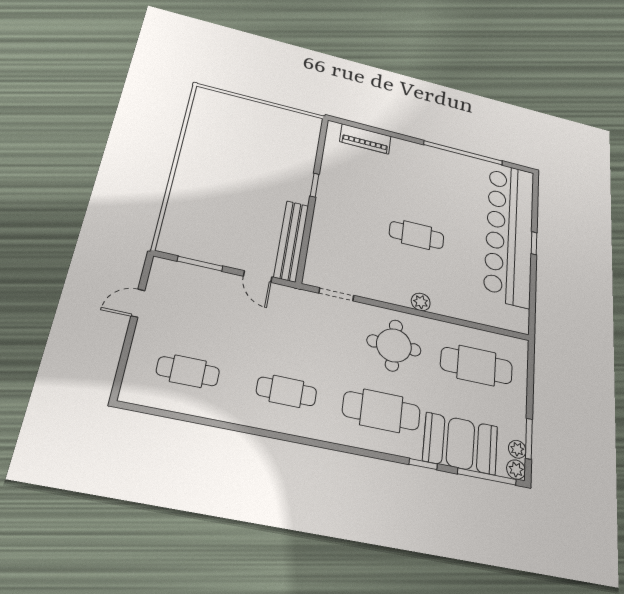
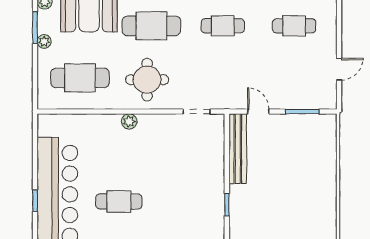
cafe table: (417, 235) -> (119, 201), moved
plant: (517, 449) -> (44, 41), moved

